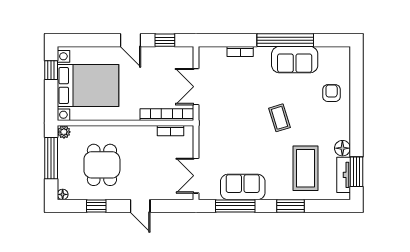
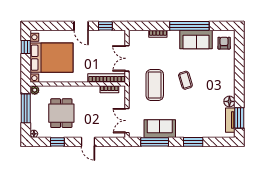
armchair: (332, 93) -> (224, 43), moved
coffee table: (306, 168) -> (155, 85), moved

